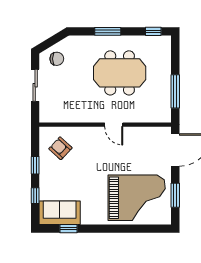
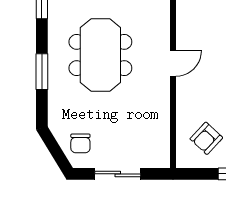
chair: (57, 59) -> (80, 143), turned 180

